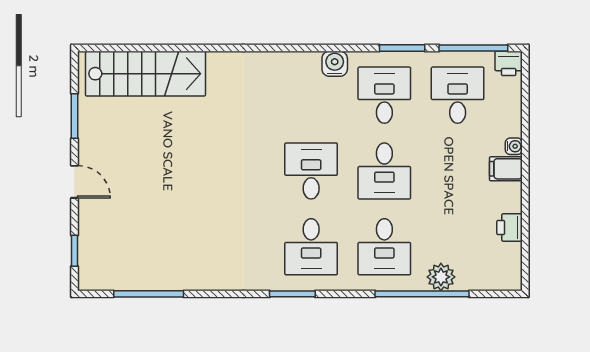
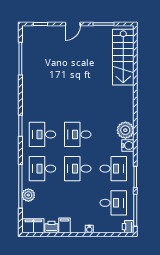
plant: (302, 69) -> (125, 130), added
filing cabinet: (506, 169) -> (64, 225), moved
desk: (311, 171) -> (78, 134), turned 180
filing cabinet: (507, 266) -> (33, 226), added

